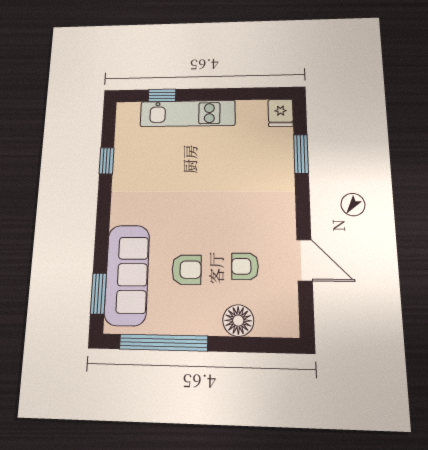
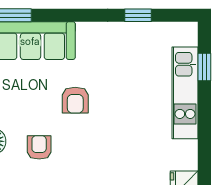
armchair: (187, 270) -> (75, 100), moved

